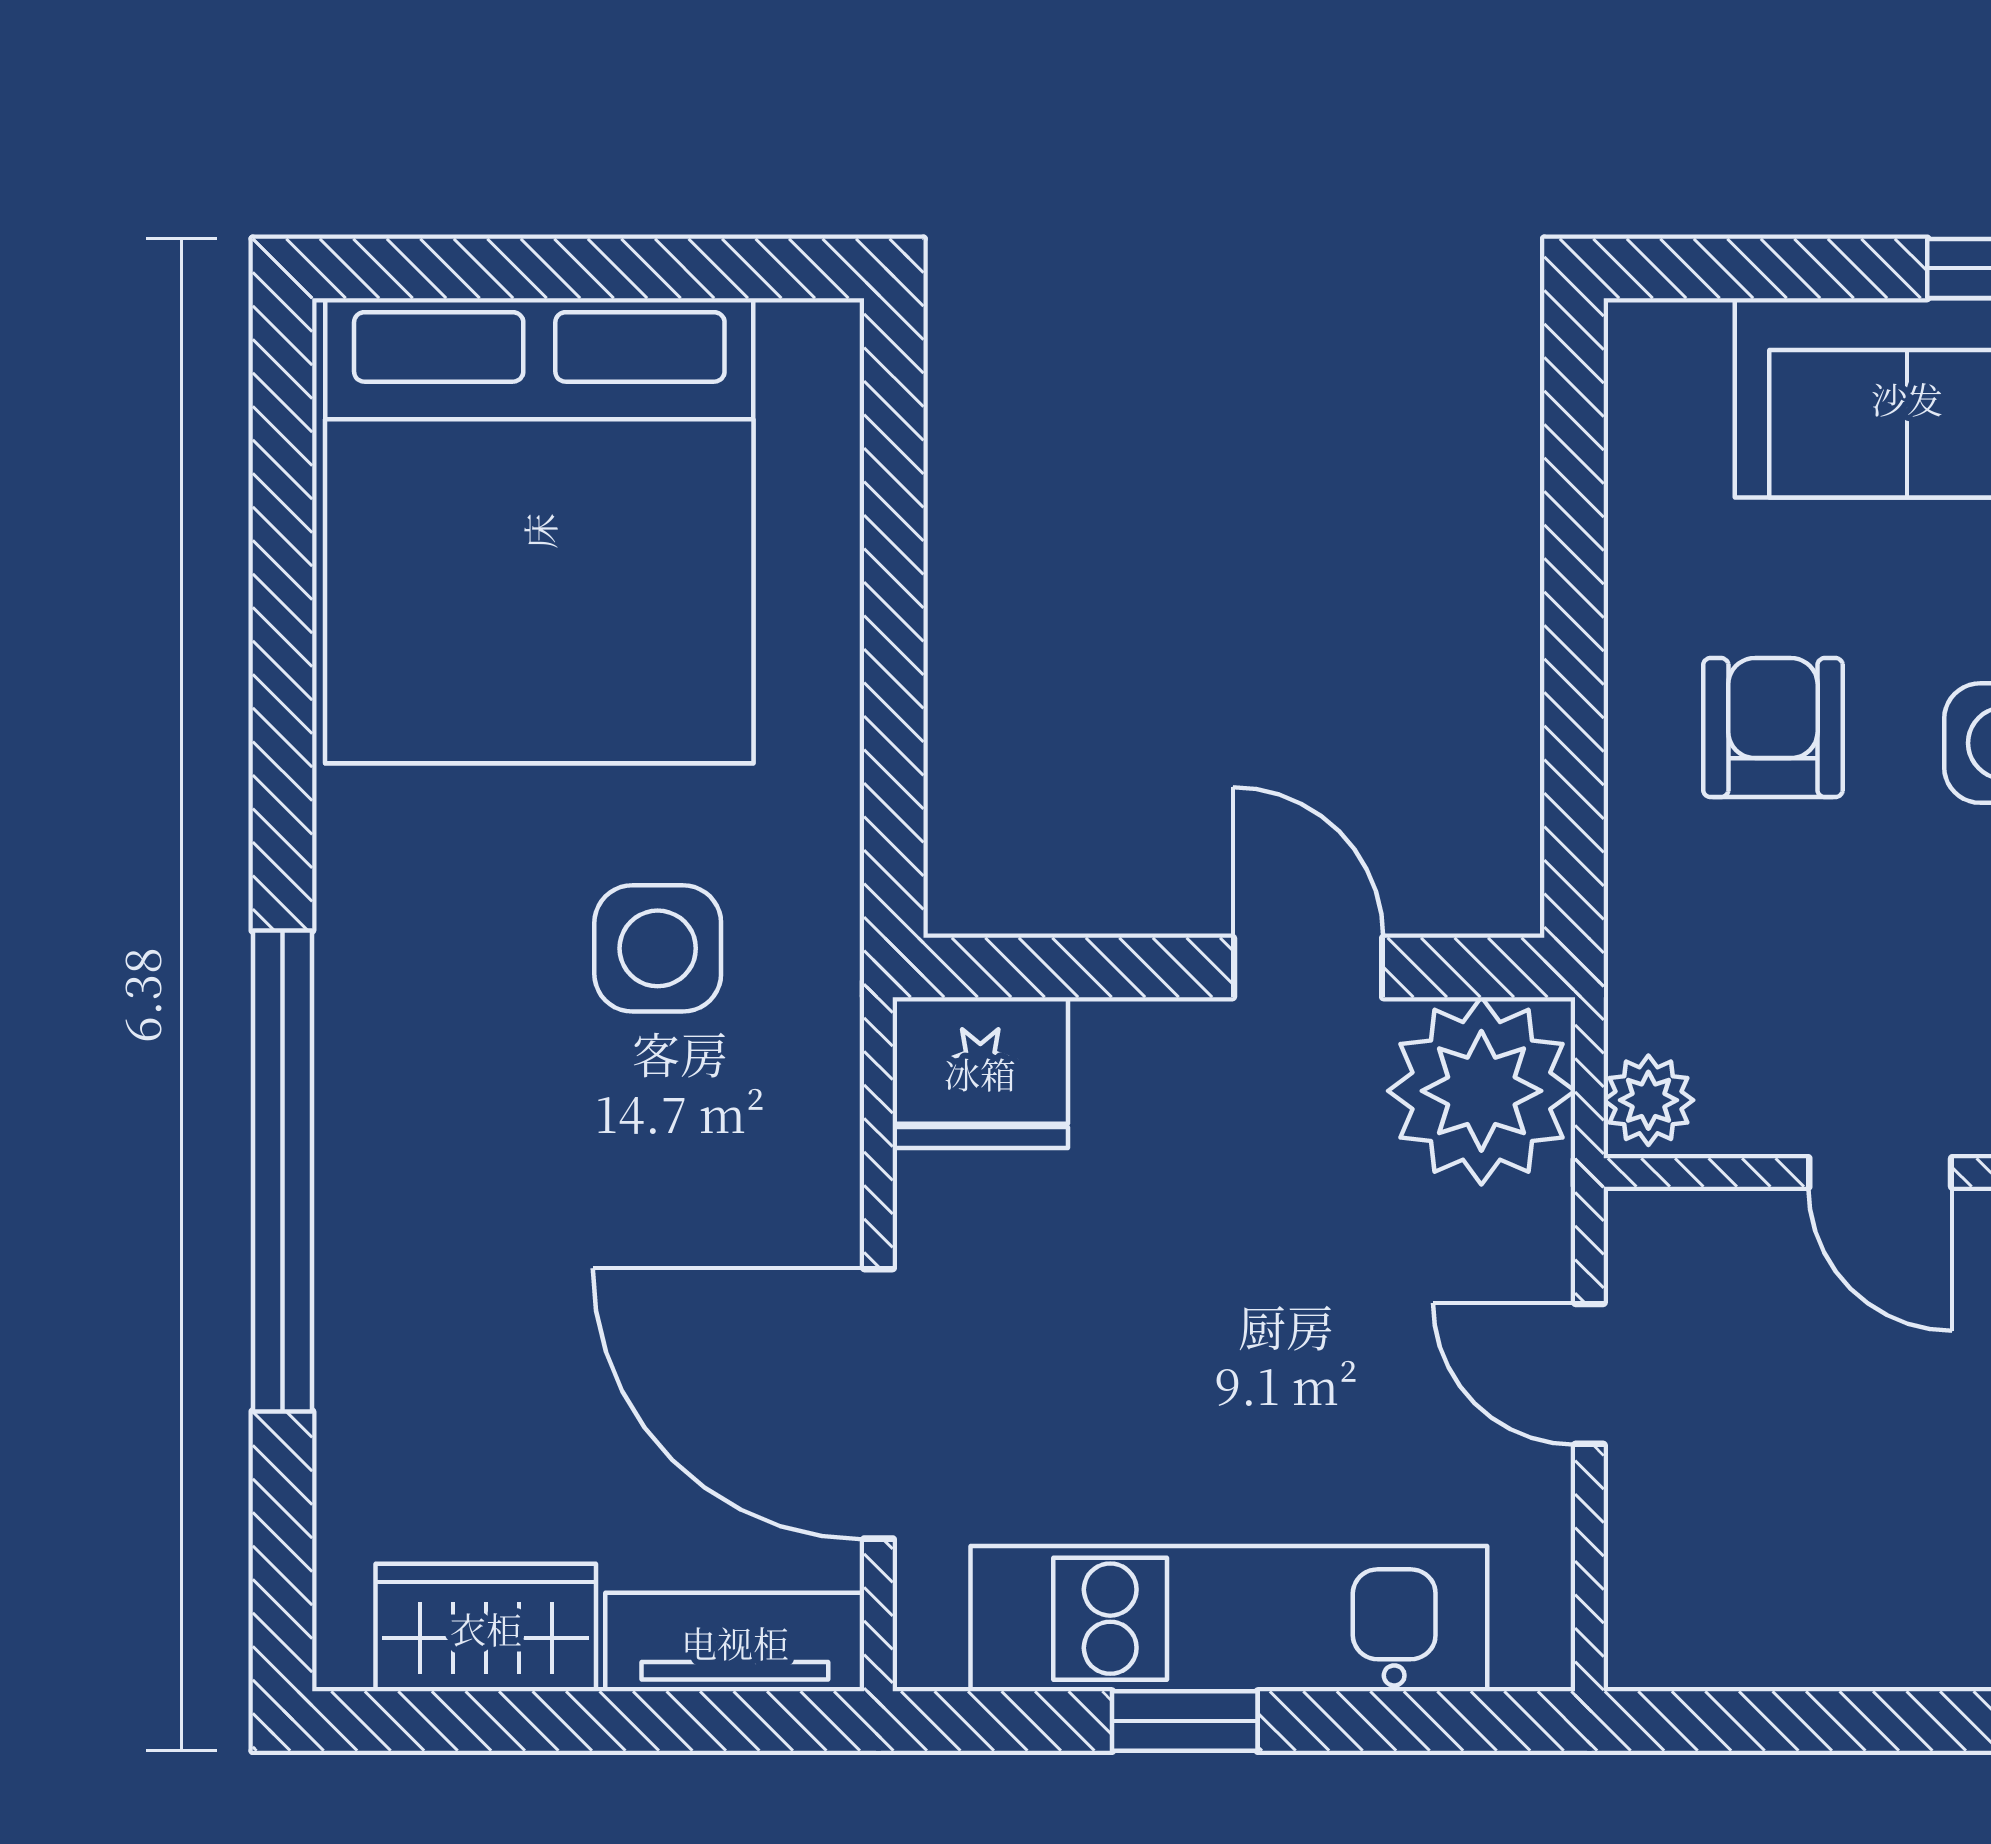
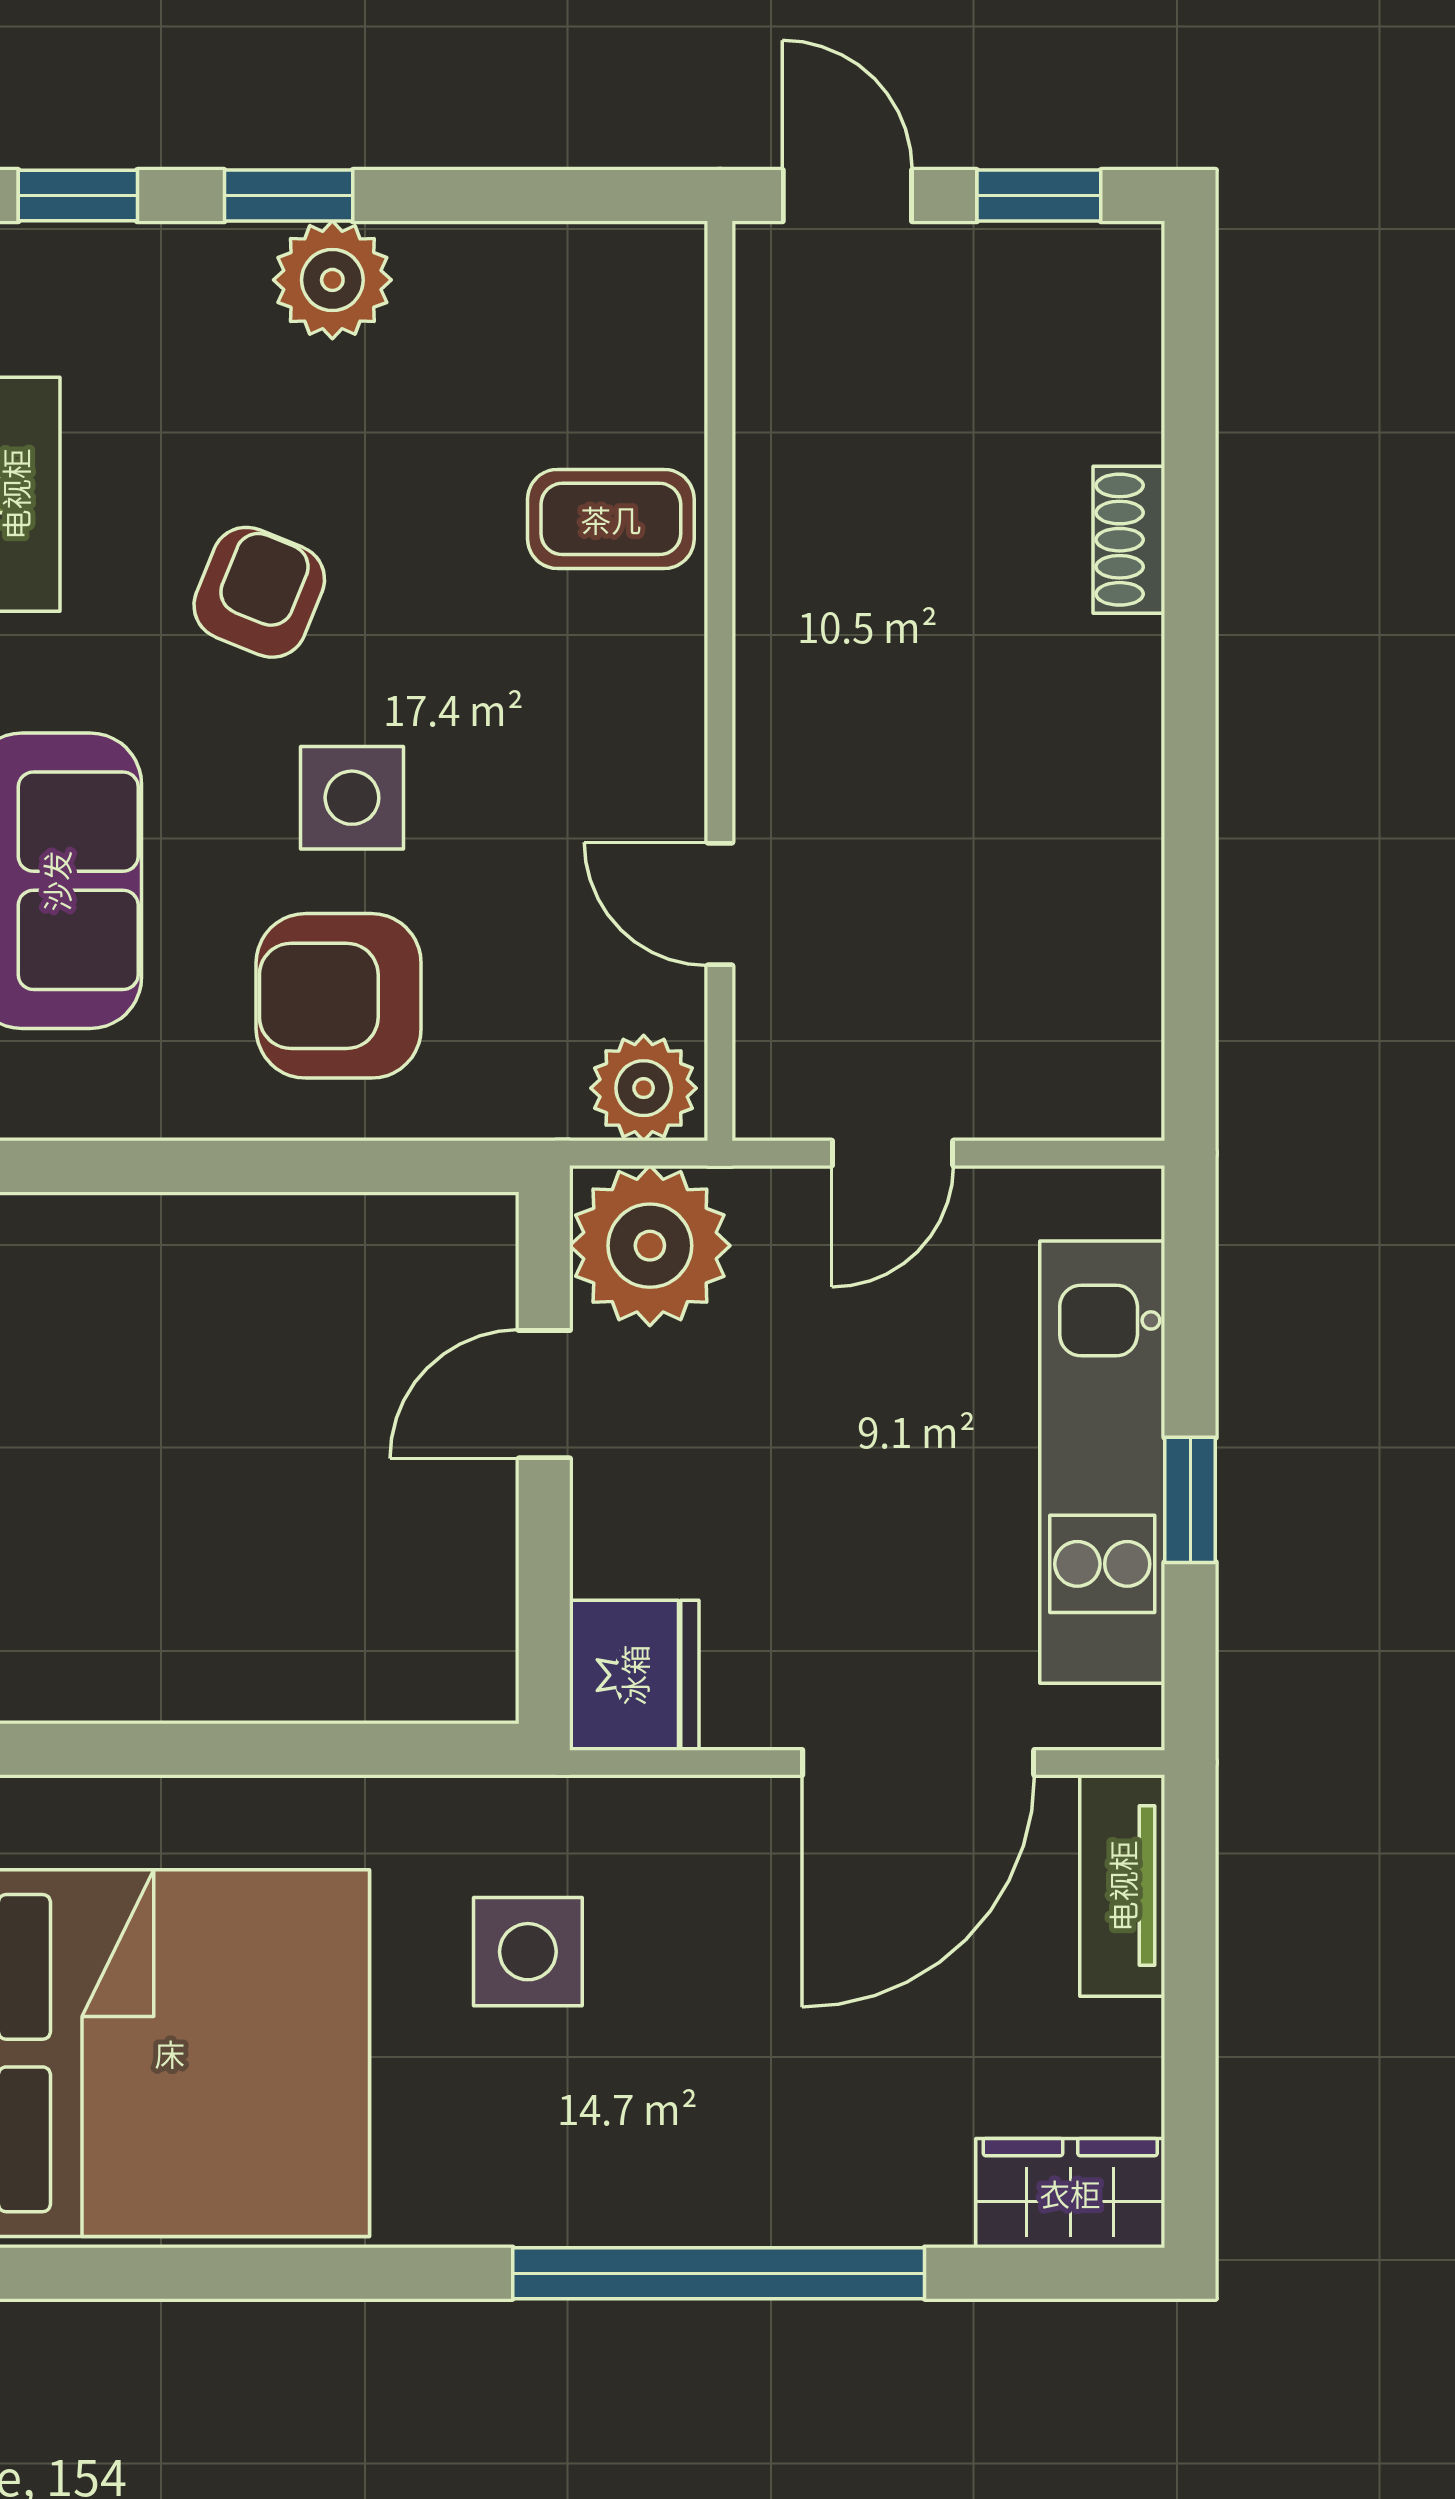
armchair: (1773, 728) -> (339, 996), width x1.38, depth x1.38
plant: (1648, 1100) -> (644, 1088), width x1.38, depth x1.38
door: (1880, 1172) -> (720, 904), swing flipped
wardrobe: (486, 1628) -> (1070, 2193), moved, turned 90

